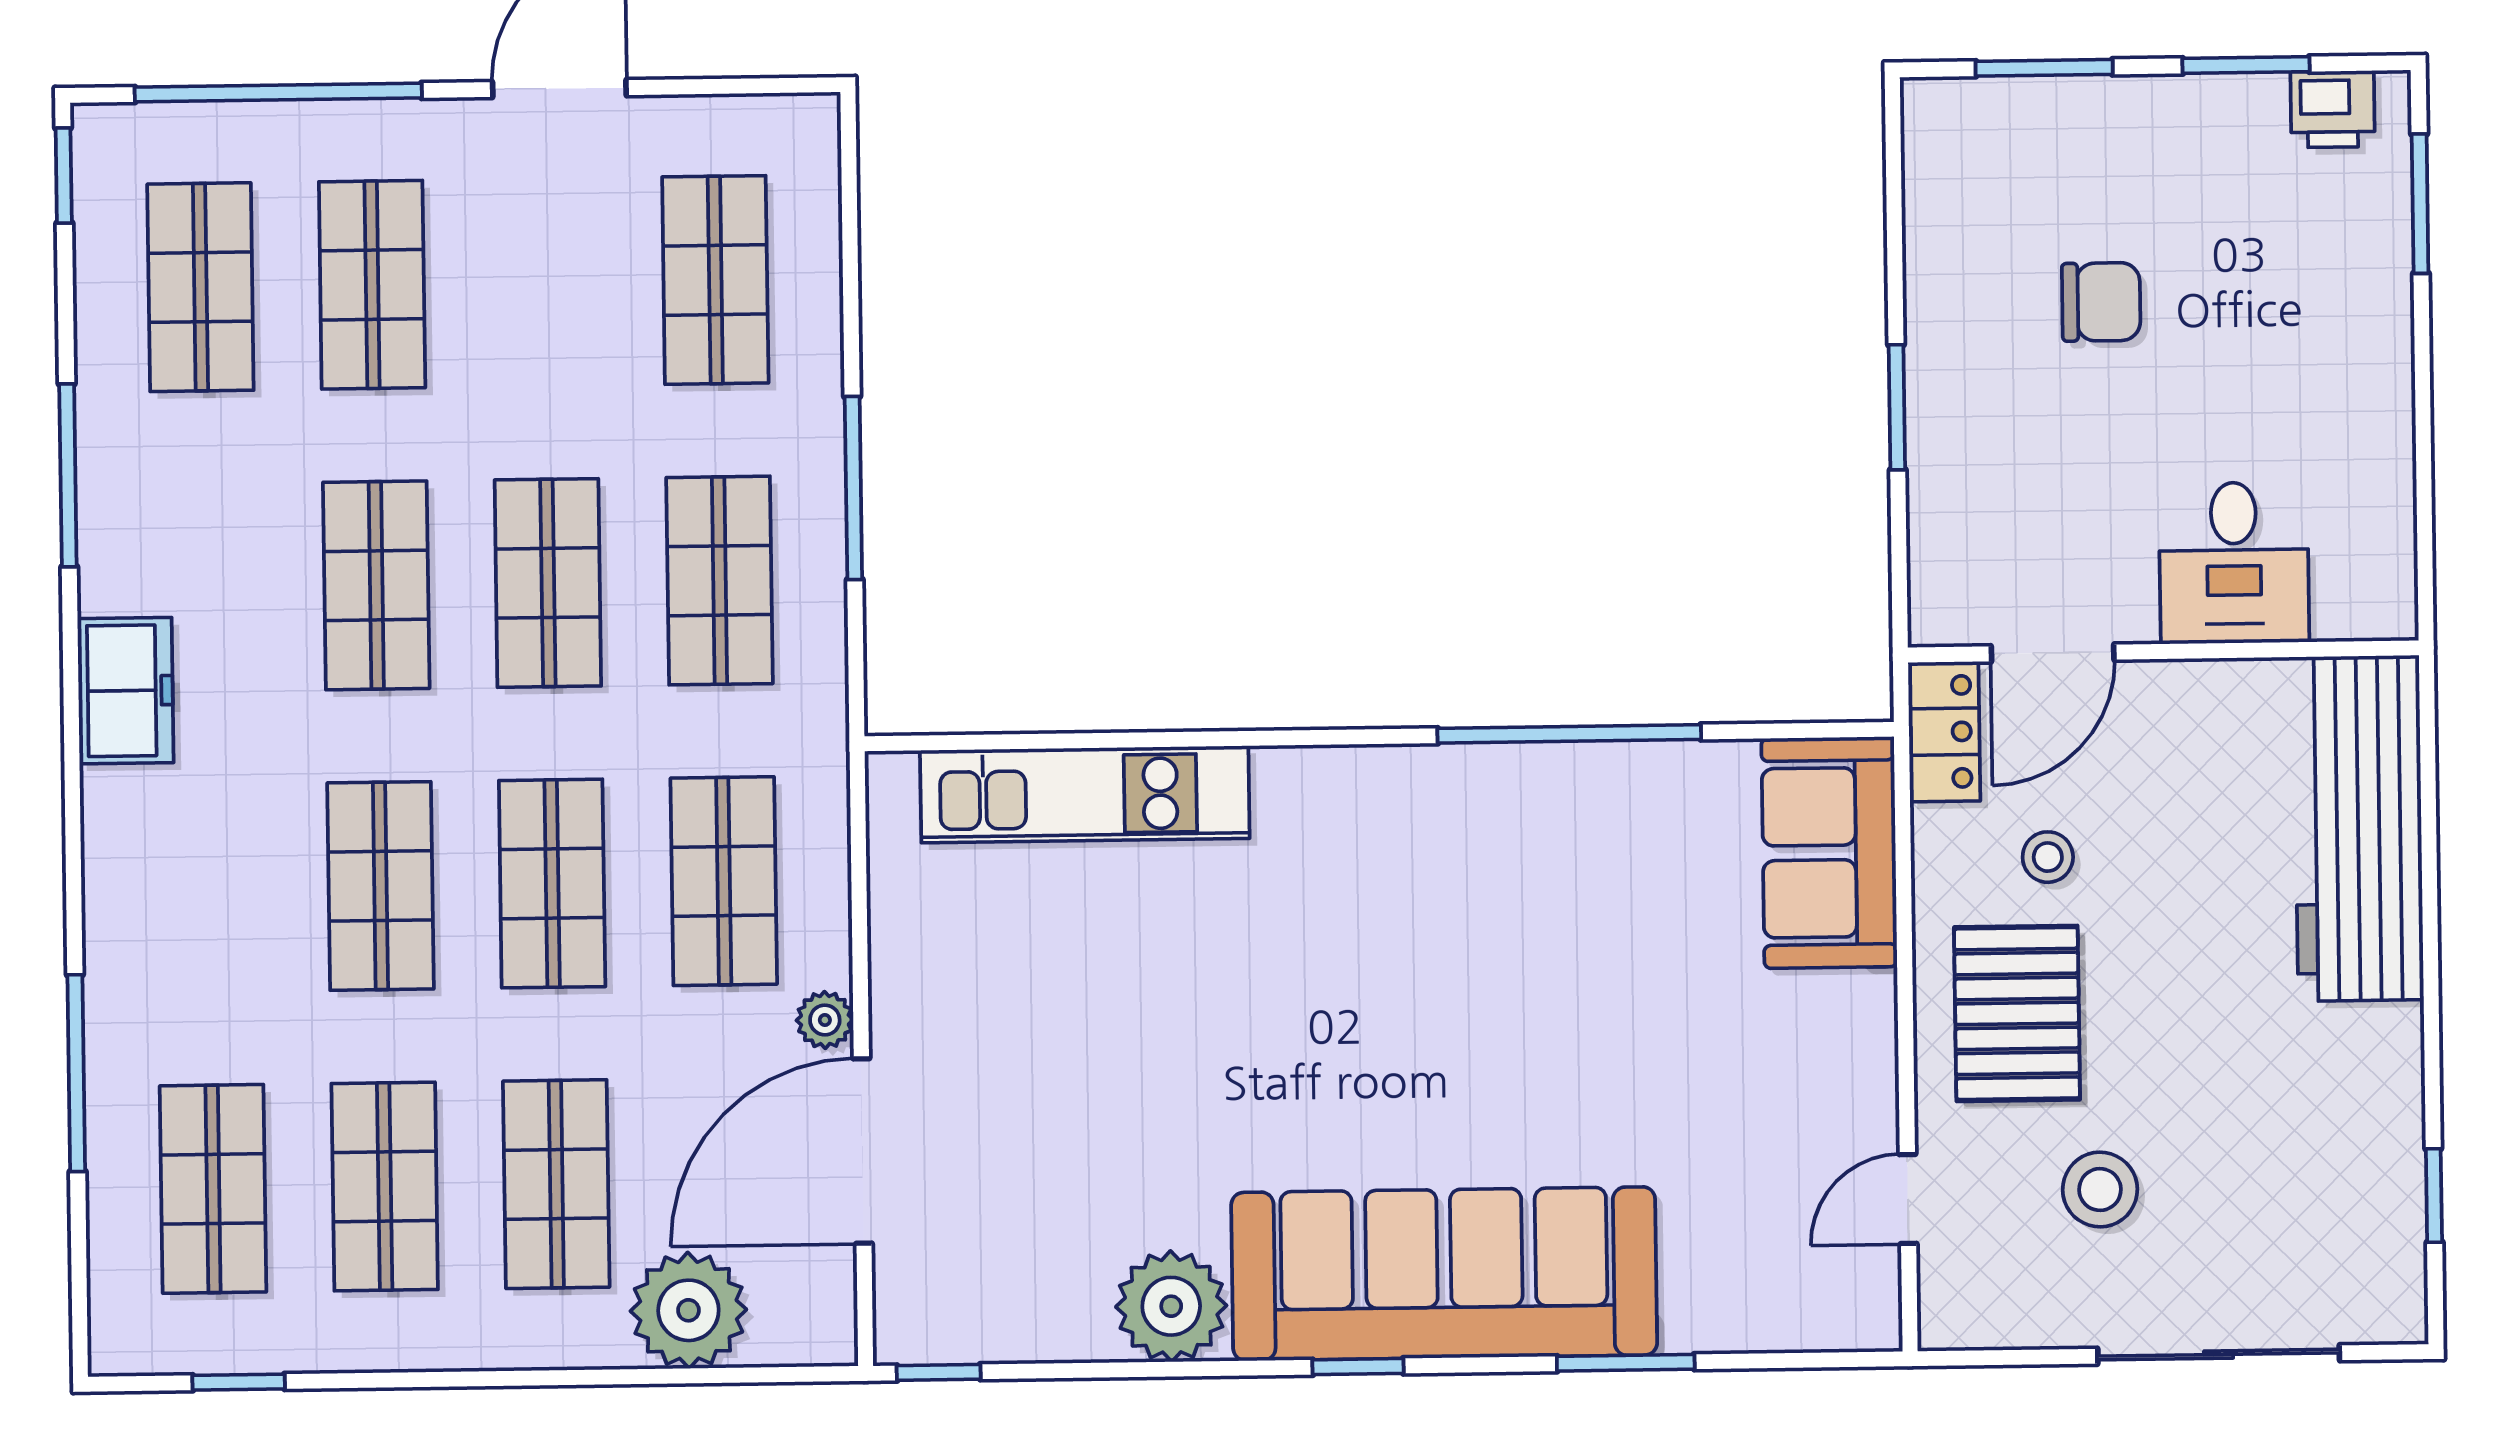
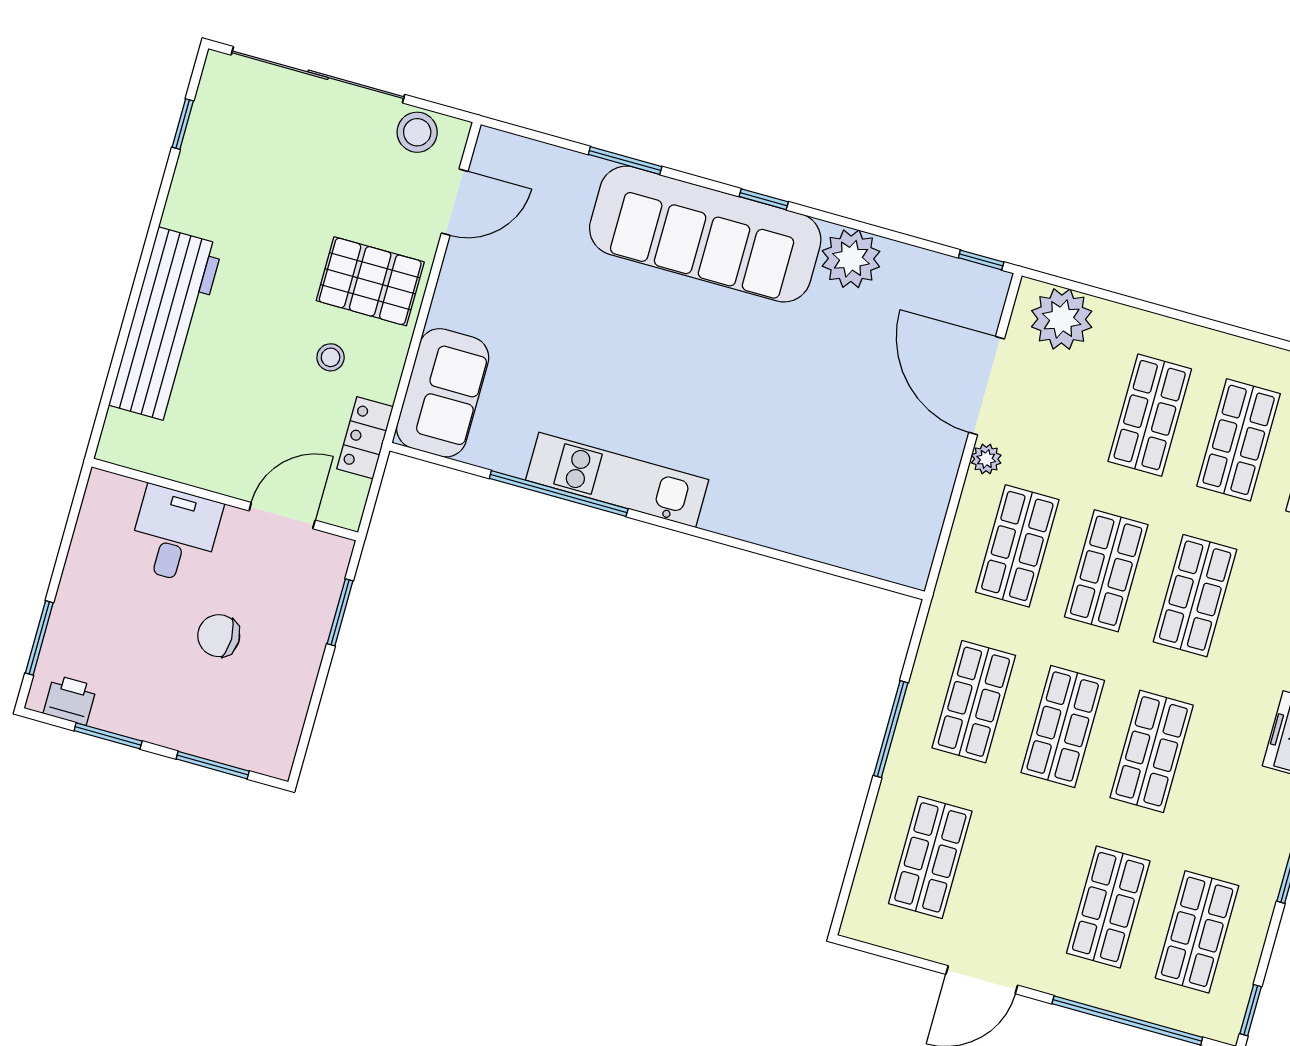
desk: (2234, 563) -> (175, 535), moved
wall: (2163, 651) -> (225, 500), moved
door: (2053, 653) -> (282, 516), moved
kitchen unit: (1085, 794) -> (617, 480), moved
pallet: (2017, 1013) -> (370, 281), turned 90
door: (863, 1151) -> (987, 386), swing flipped
stool: (2100, 1190) -> (417, 132), moved
door: (1908, 1199) -> (455, 202), width x1.38
plant: (688, 1310) -> (1062, 319), moved
sliding door: (2219, 1355) -> (318, 75), width x1.36

